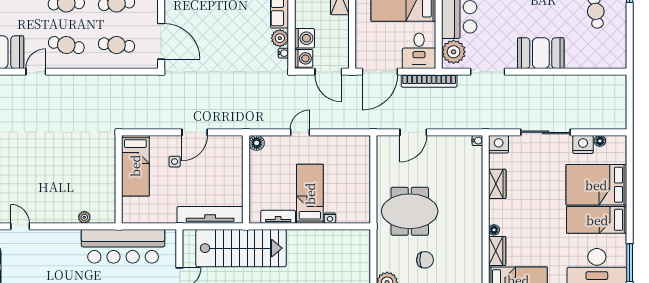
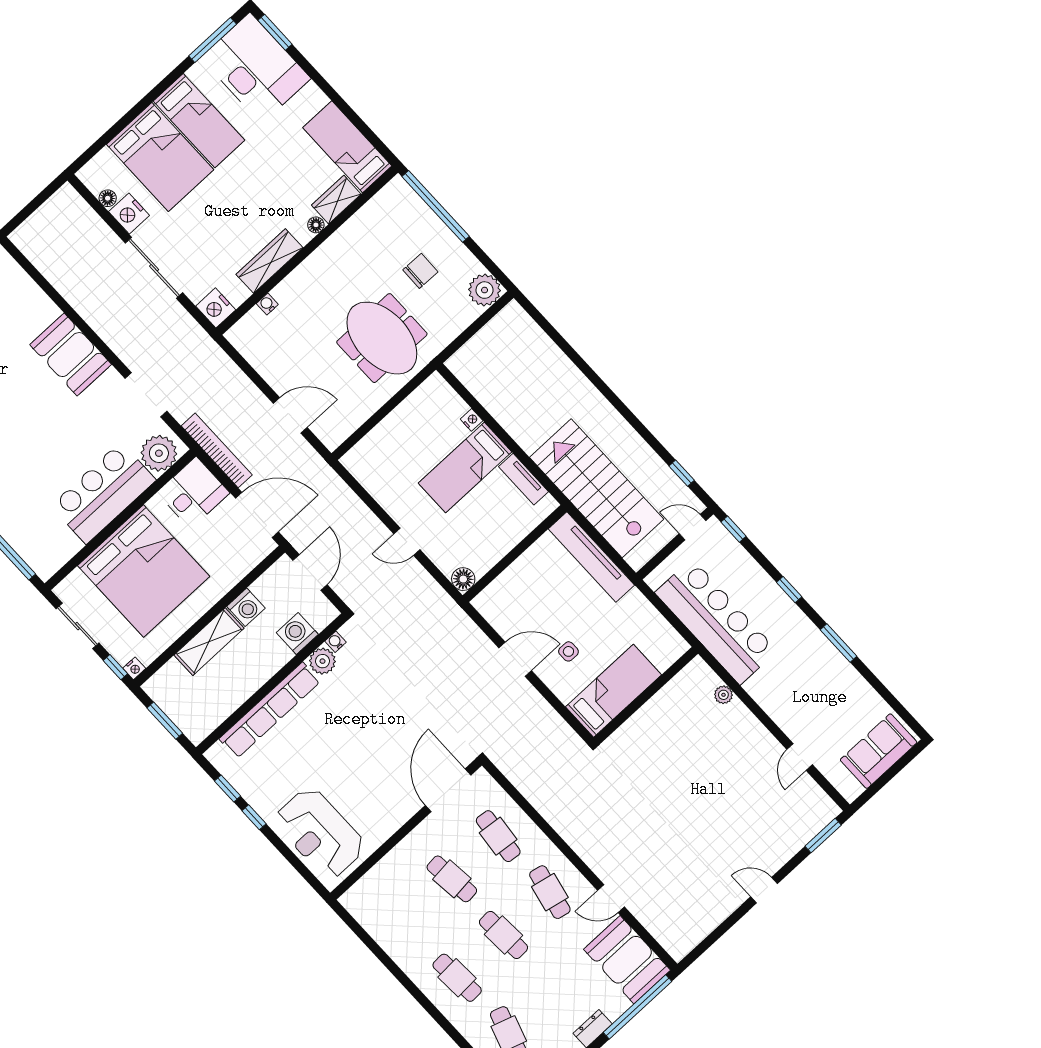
washing machine: (304, 58) -> (246, 607), moved, turned 180
water cooler: (477, 141) -> (267, 304), moved
wardrobe: (497, 184) -> (269, 261), width x1.50
chair: (425, 260) -> (420, 271), turned 91

